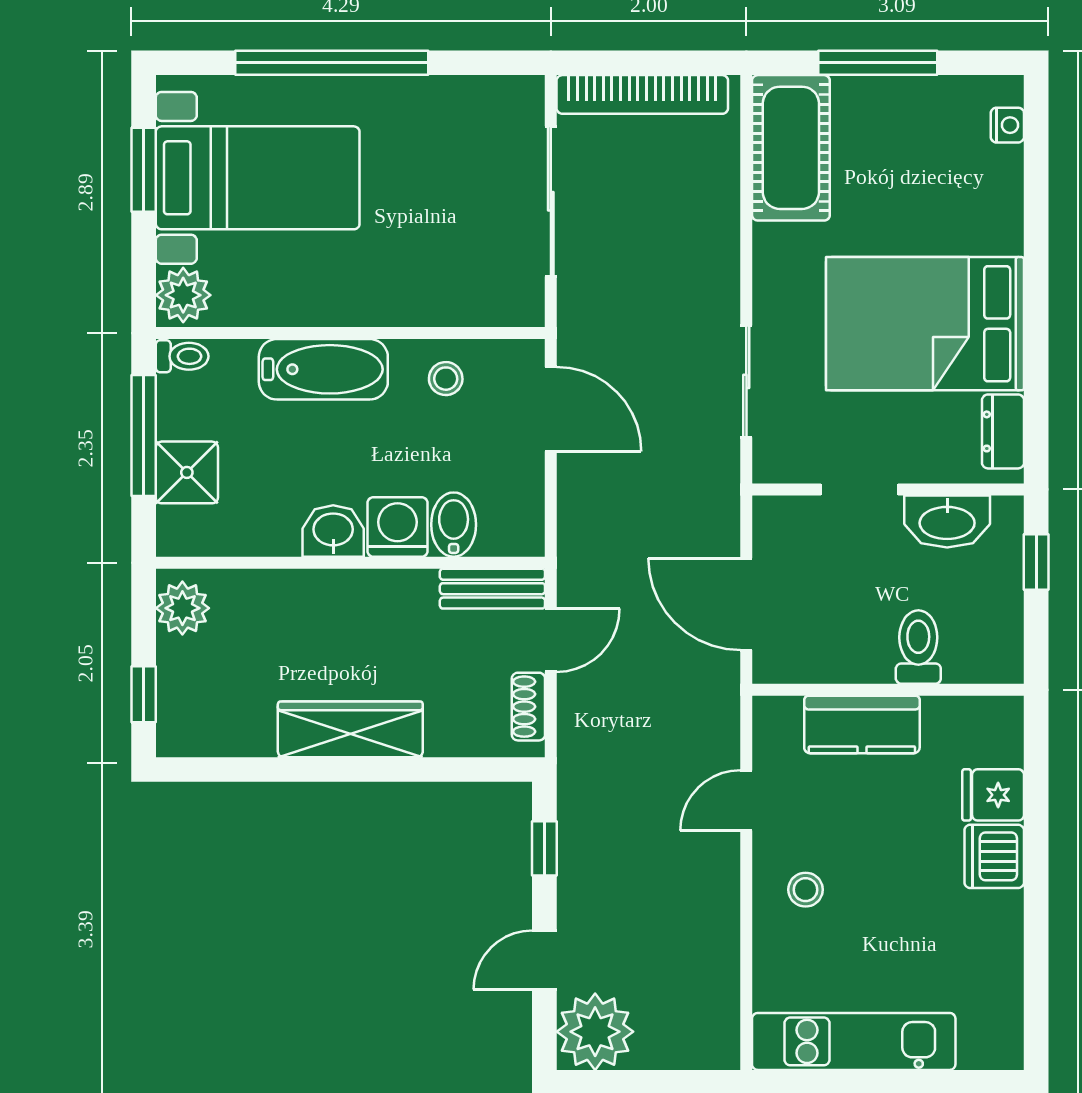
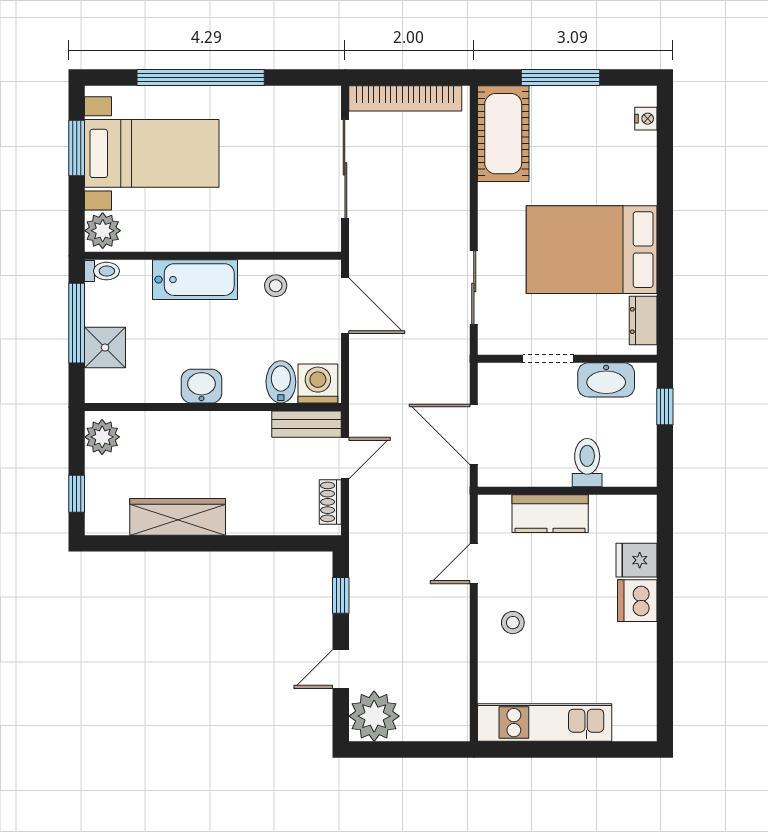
washing machine: (398, 527) -> (318, 384), moved
wardrobe: (350, 729) -> (178, 517), moved

